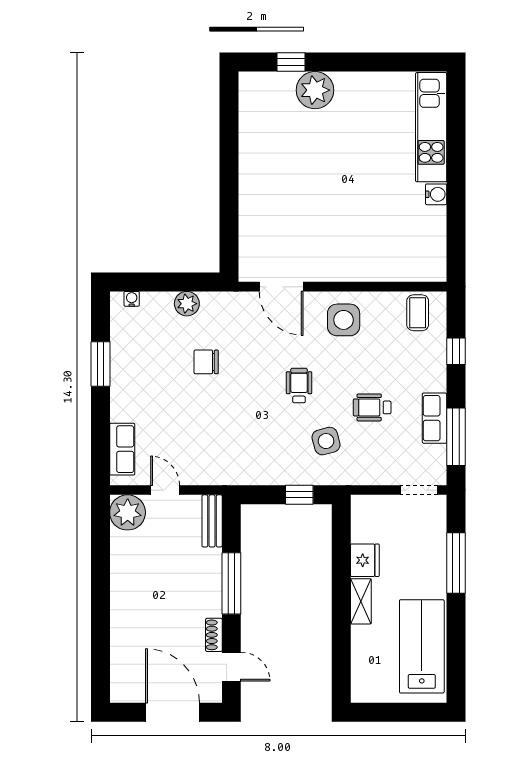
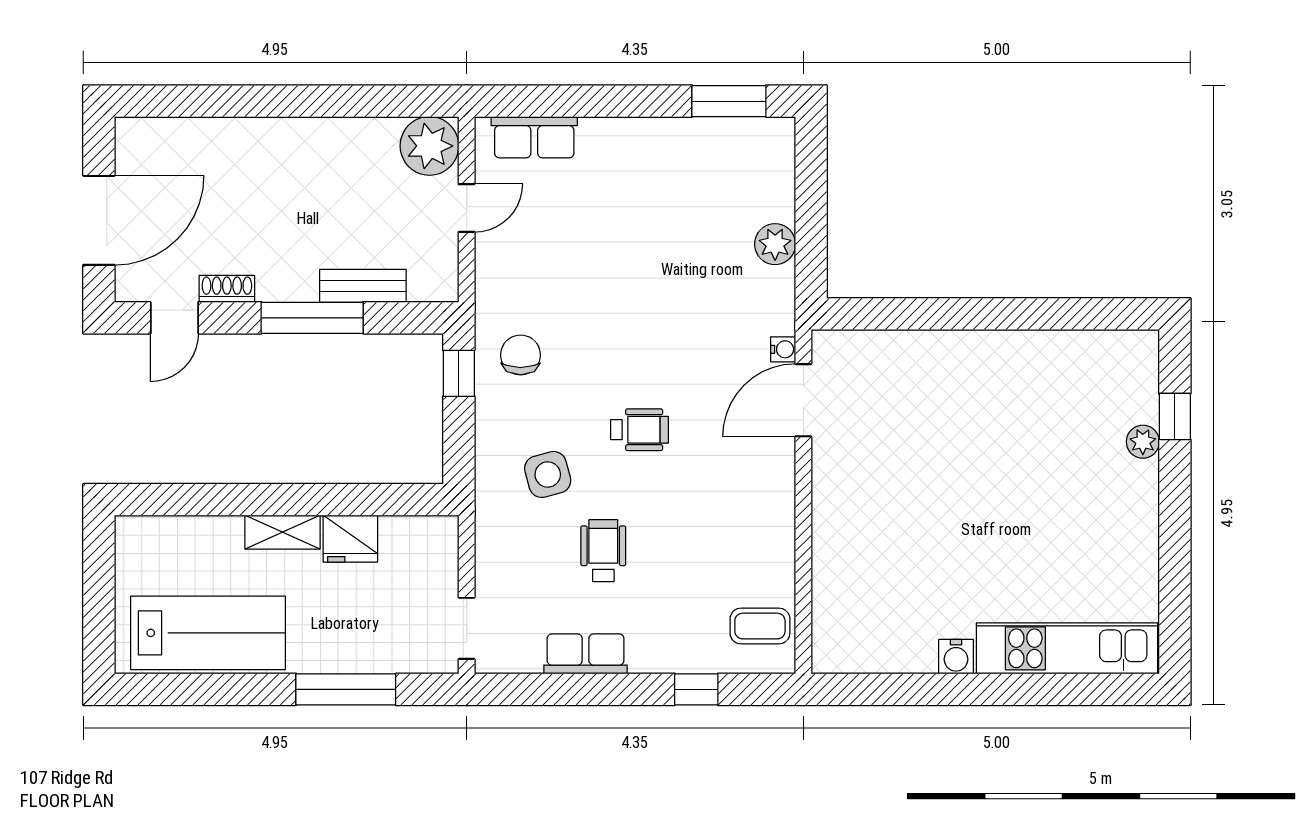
plant: (315, 90) -> (1143, 442), width x0.53, depth x0.53
water cooler: (132, 299) -> (783, 349), moved
side table: (344, 320) -> (748, 503), removed
chair: (206, 362) -> (521, 355), moved
window: (100, 364) -> (729, 101), moved
window: (456, 437) -> (555, 689), removed
window: (299, 495) -> (459, 373), moved
bench: (212, 521) -> (363, 286), moved

